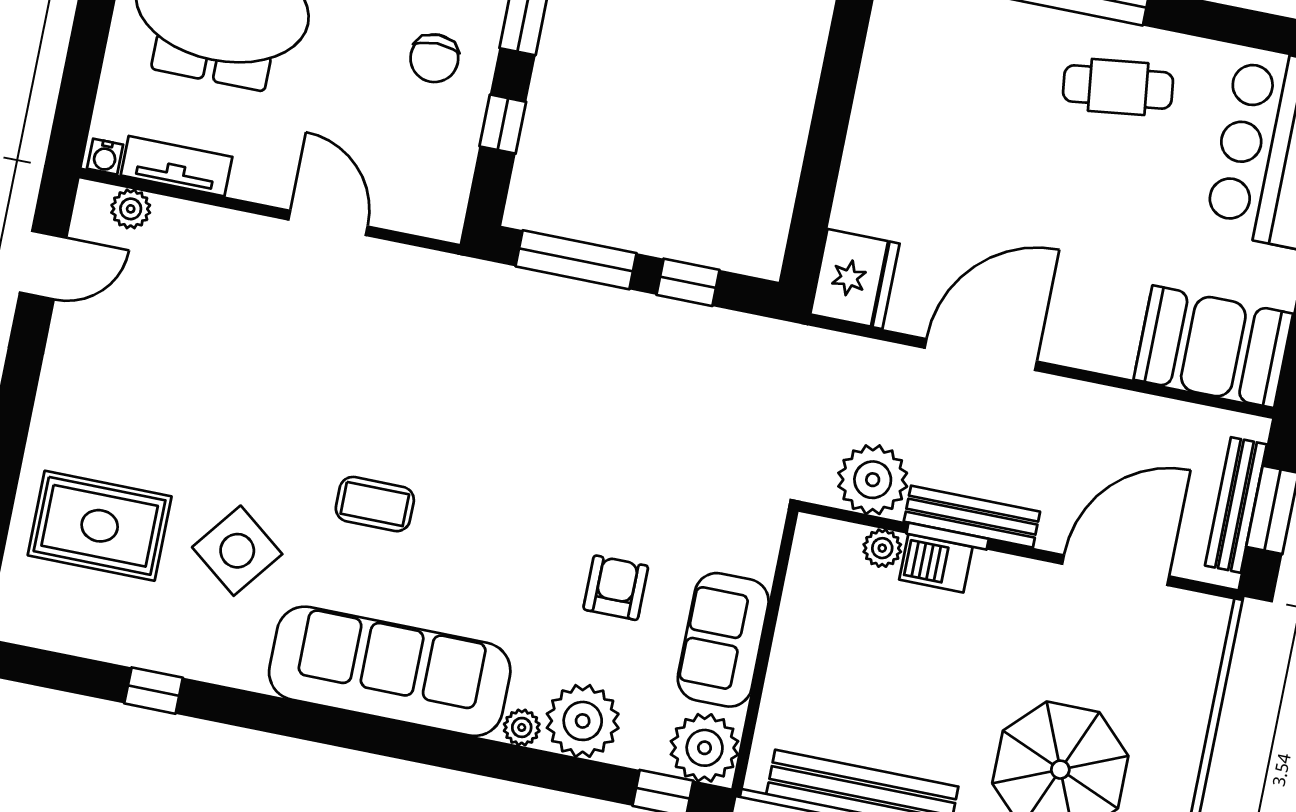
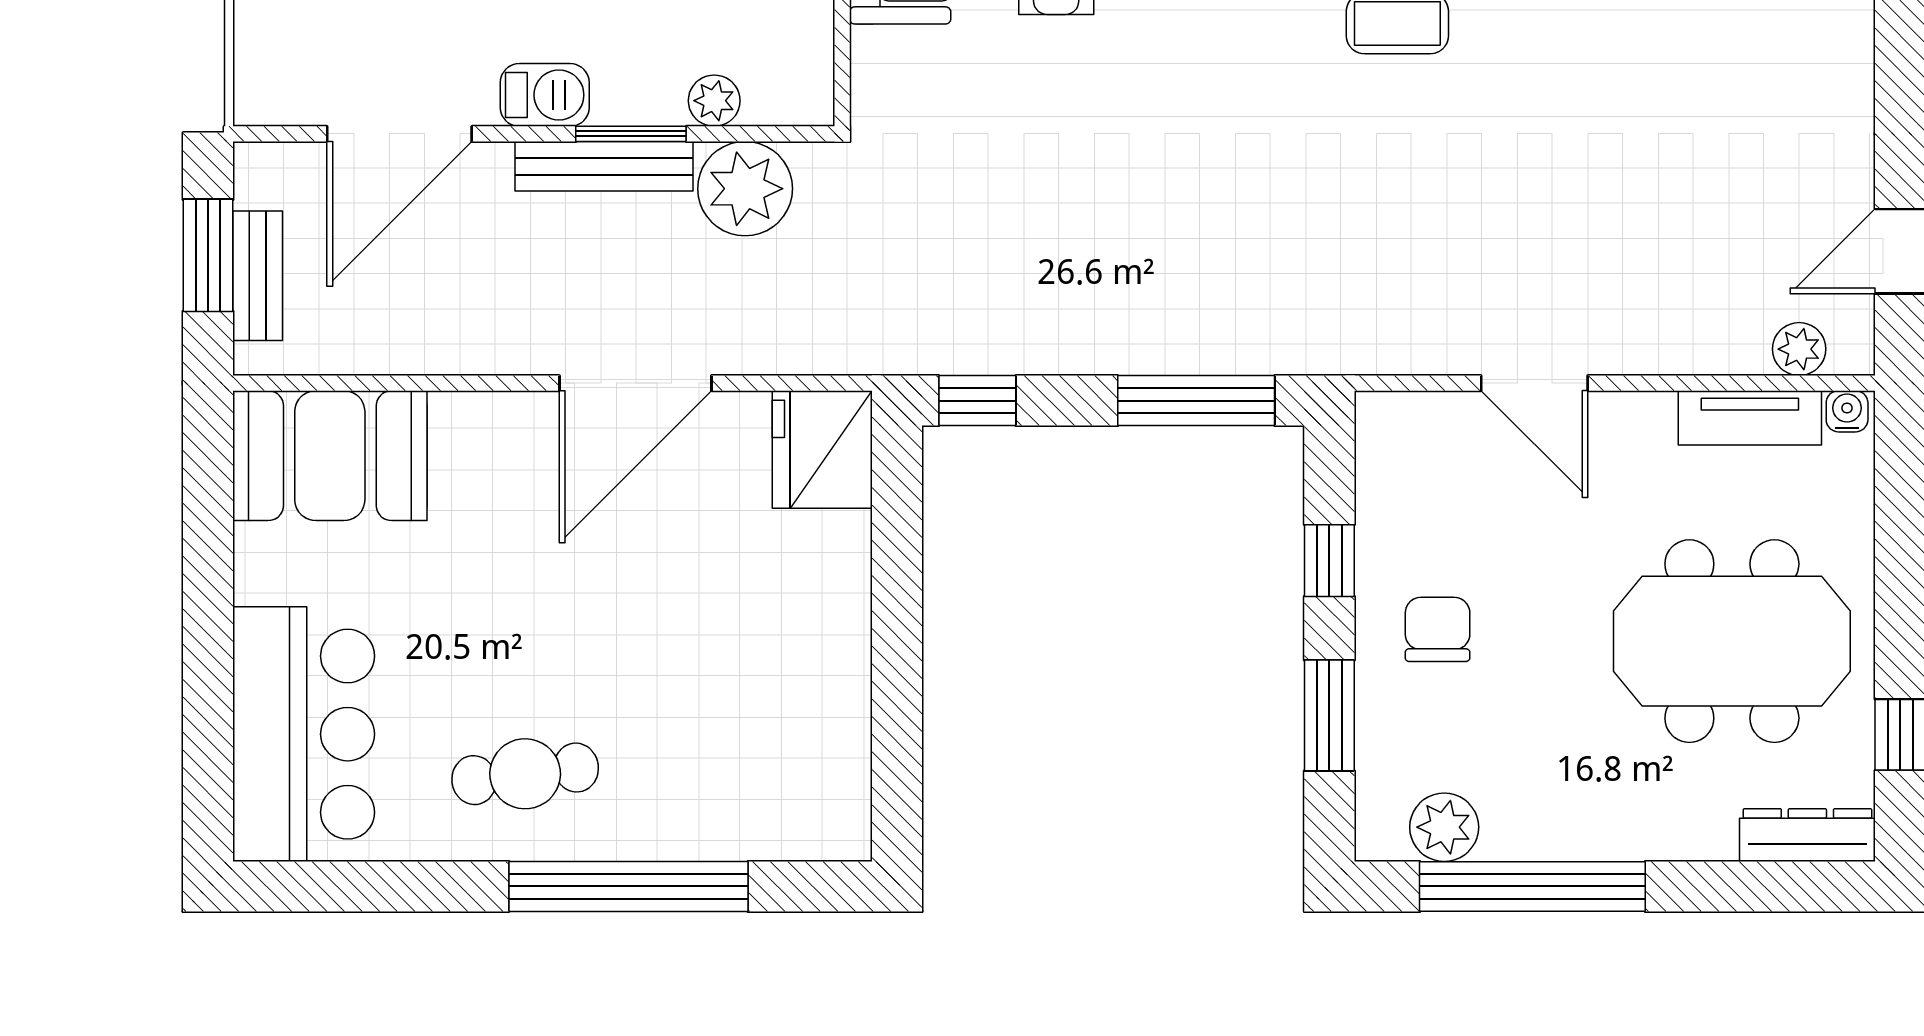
window: (688, 282) -> (977, 401), moved
bench: (1236, 505) -> (258, 276), width x0.73
barbecue: (936, 563) -> (545, 95), moved

